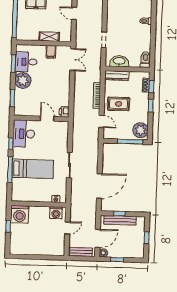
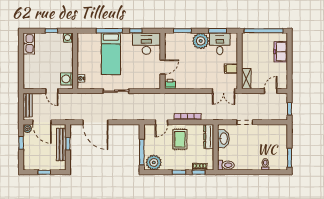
shelving: (49, 37) -> (246, 79), moved
washing machine: (20, 214) -> (68, 38), width x0.53, depth x0.53
kitchen sink: (20, 249) -> (29, 43), added

